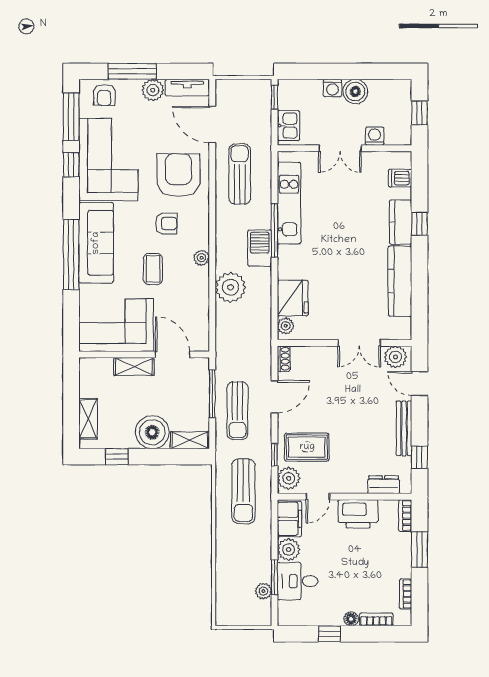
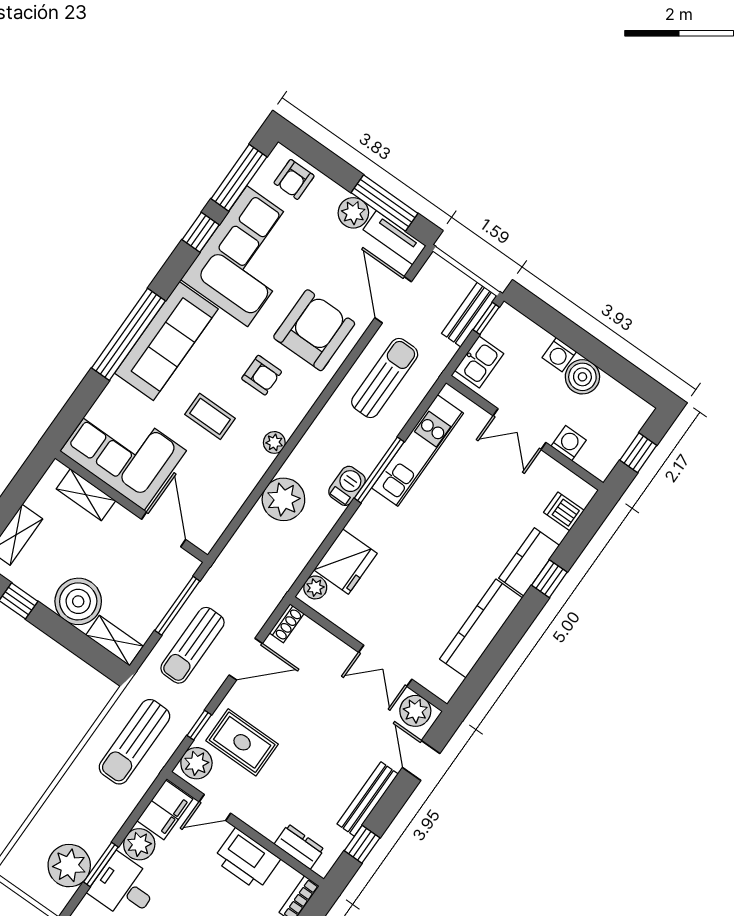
window: (132, 71) -> (385, 203), moved
bench: (263, 102) -> (469, 315), added
barbecue: (260, 248) -> (347, 486), width x0.73, depth x0.79
coffee table: (153, 269) -> (210, 416), turned 90
shelving: (134, 366) -> (86, 495), moved
plant: (263, 591) -> (69, 866), width x1.88, depth x1.88

